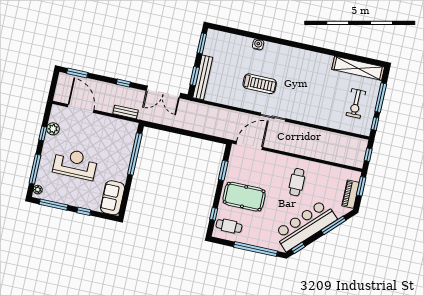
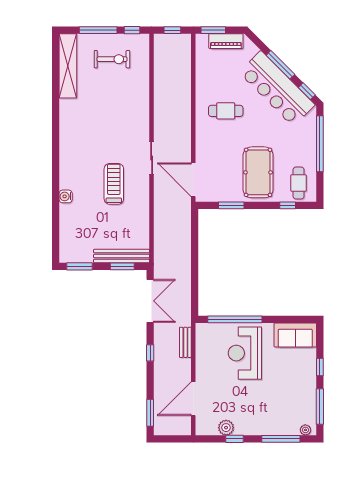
reception desk: (75, 164) -> (245, 353), moved
window: (333, 225) -> (280, 65), moved

